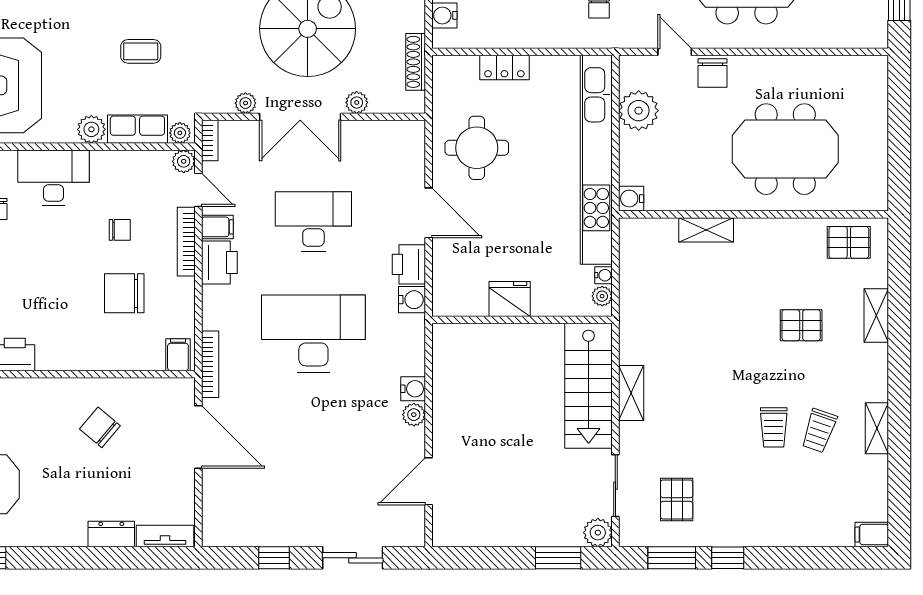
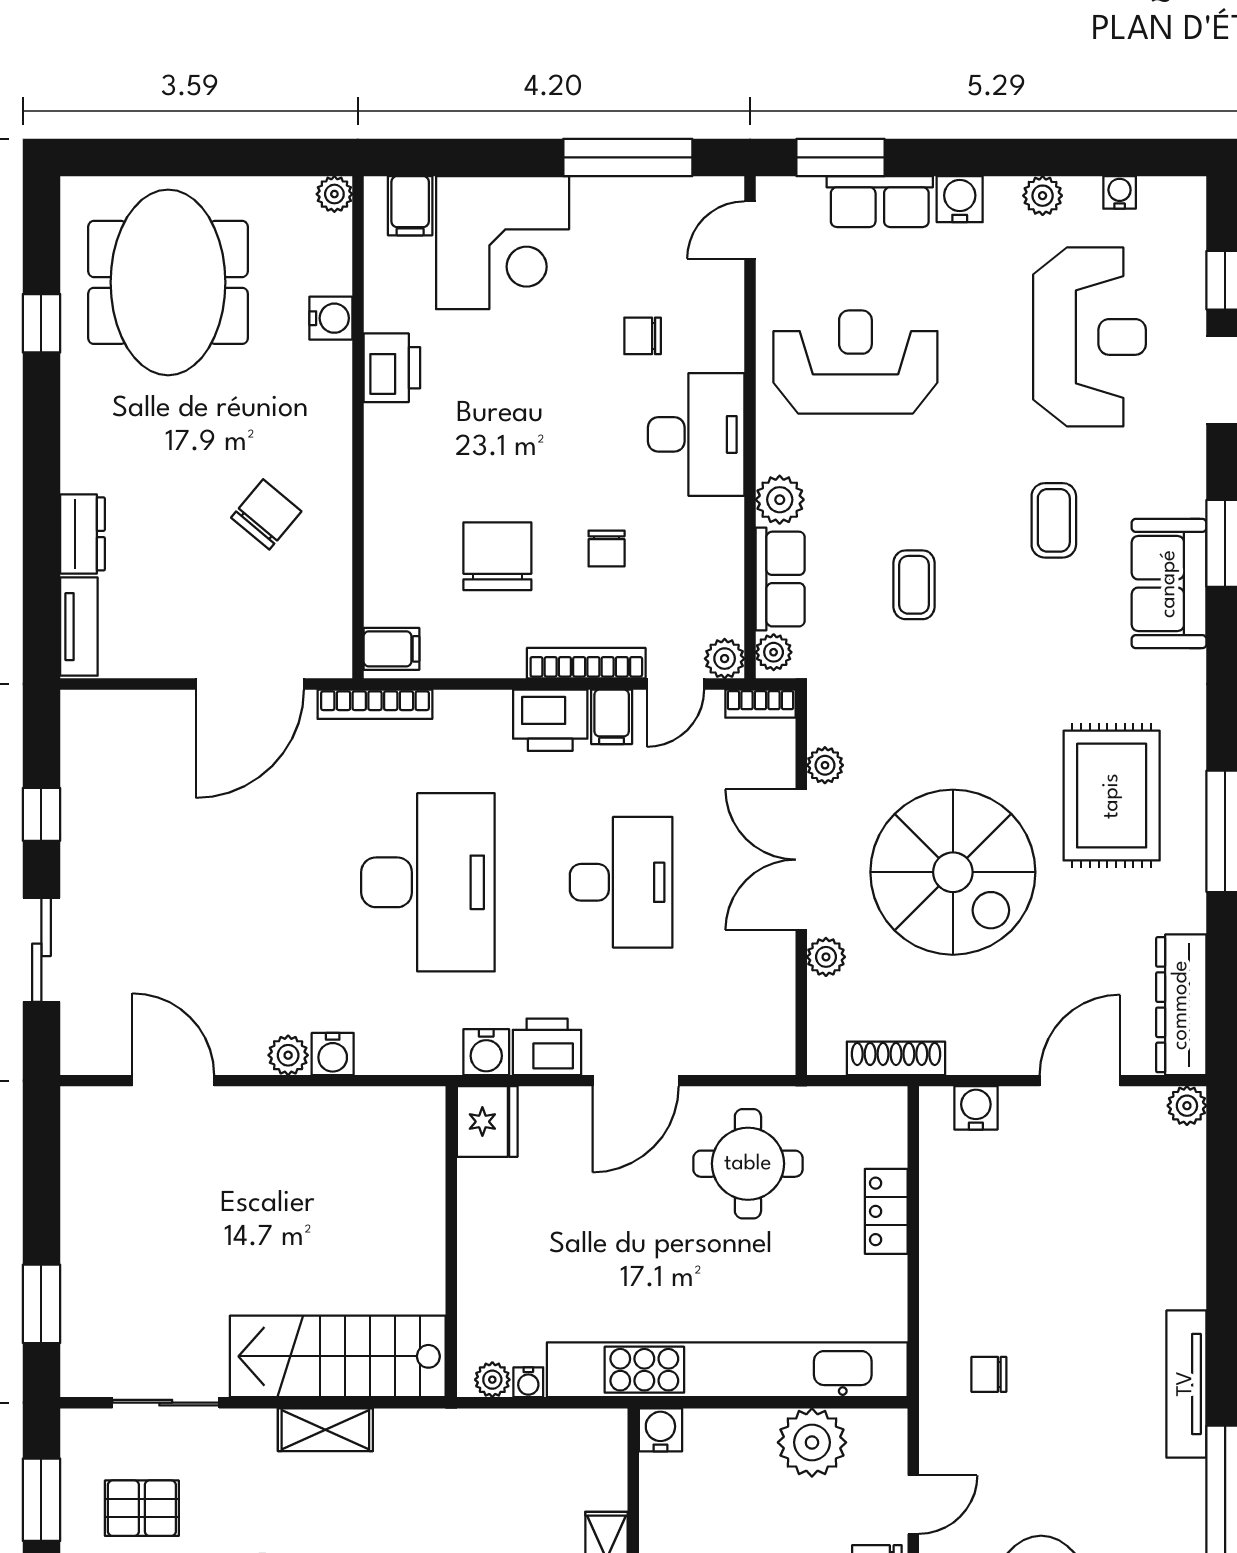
fridge: (510, 299) -> (487, 1122), moved
plant: (598, 533) -> (85, 1372), removed

